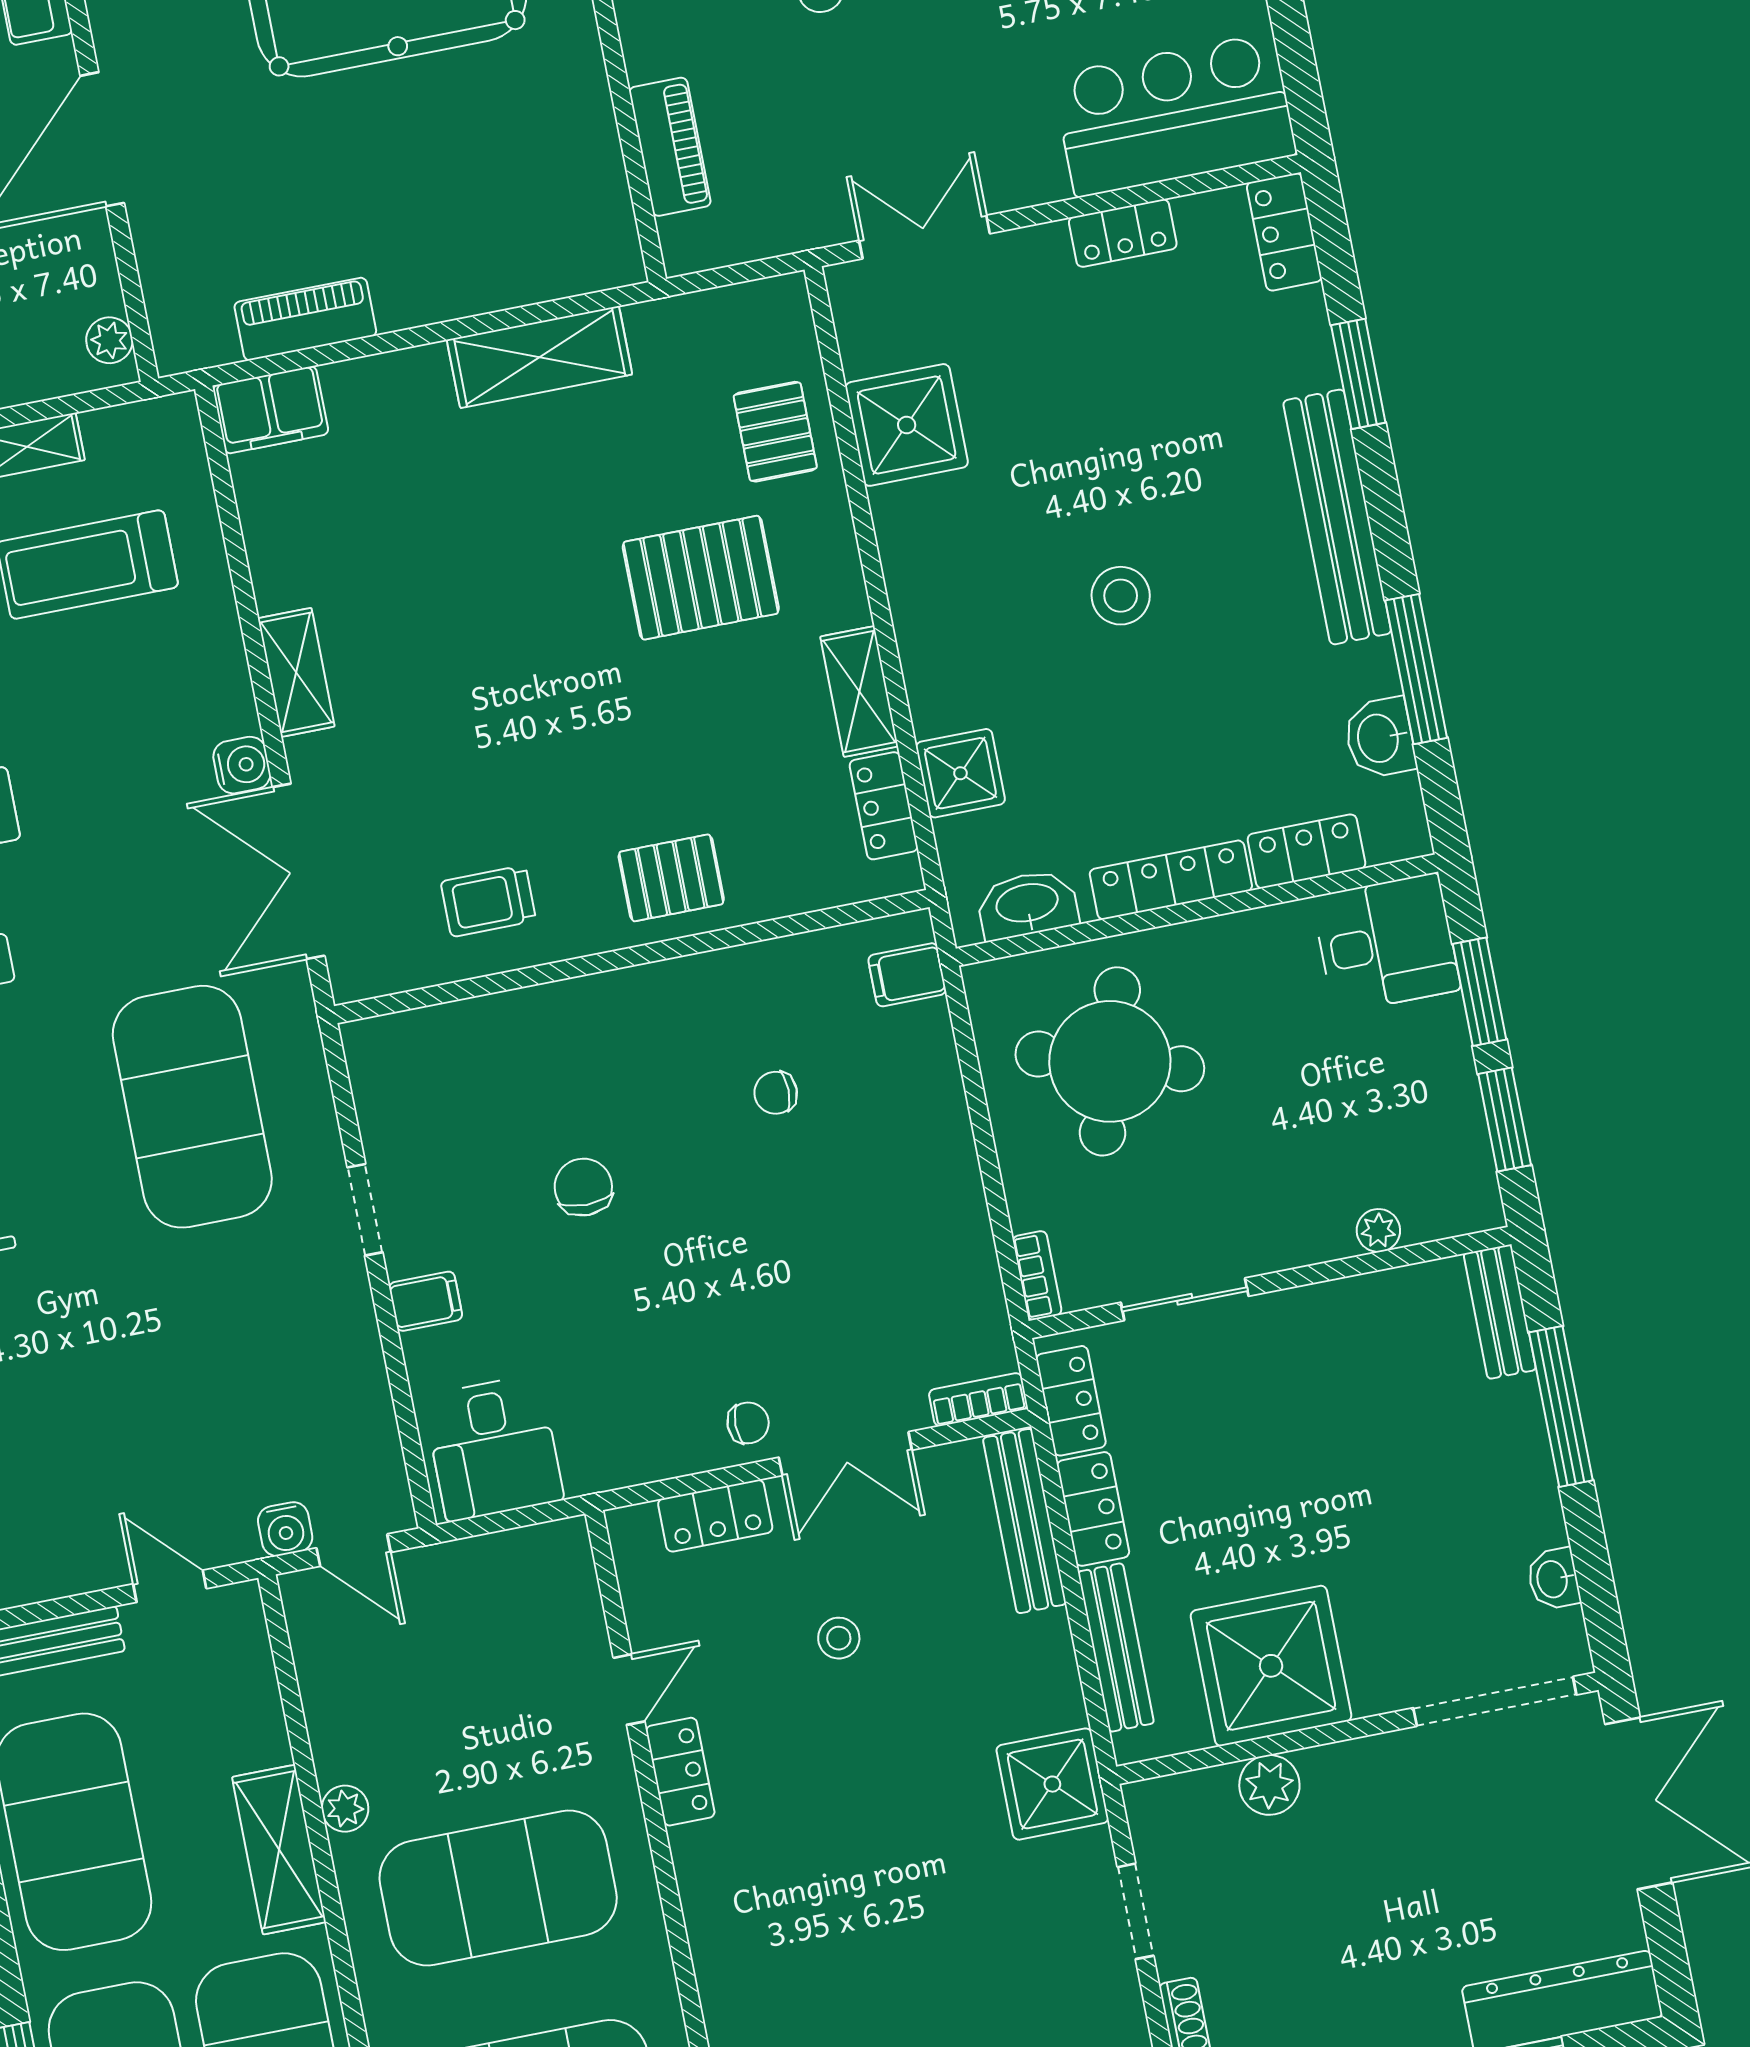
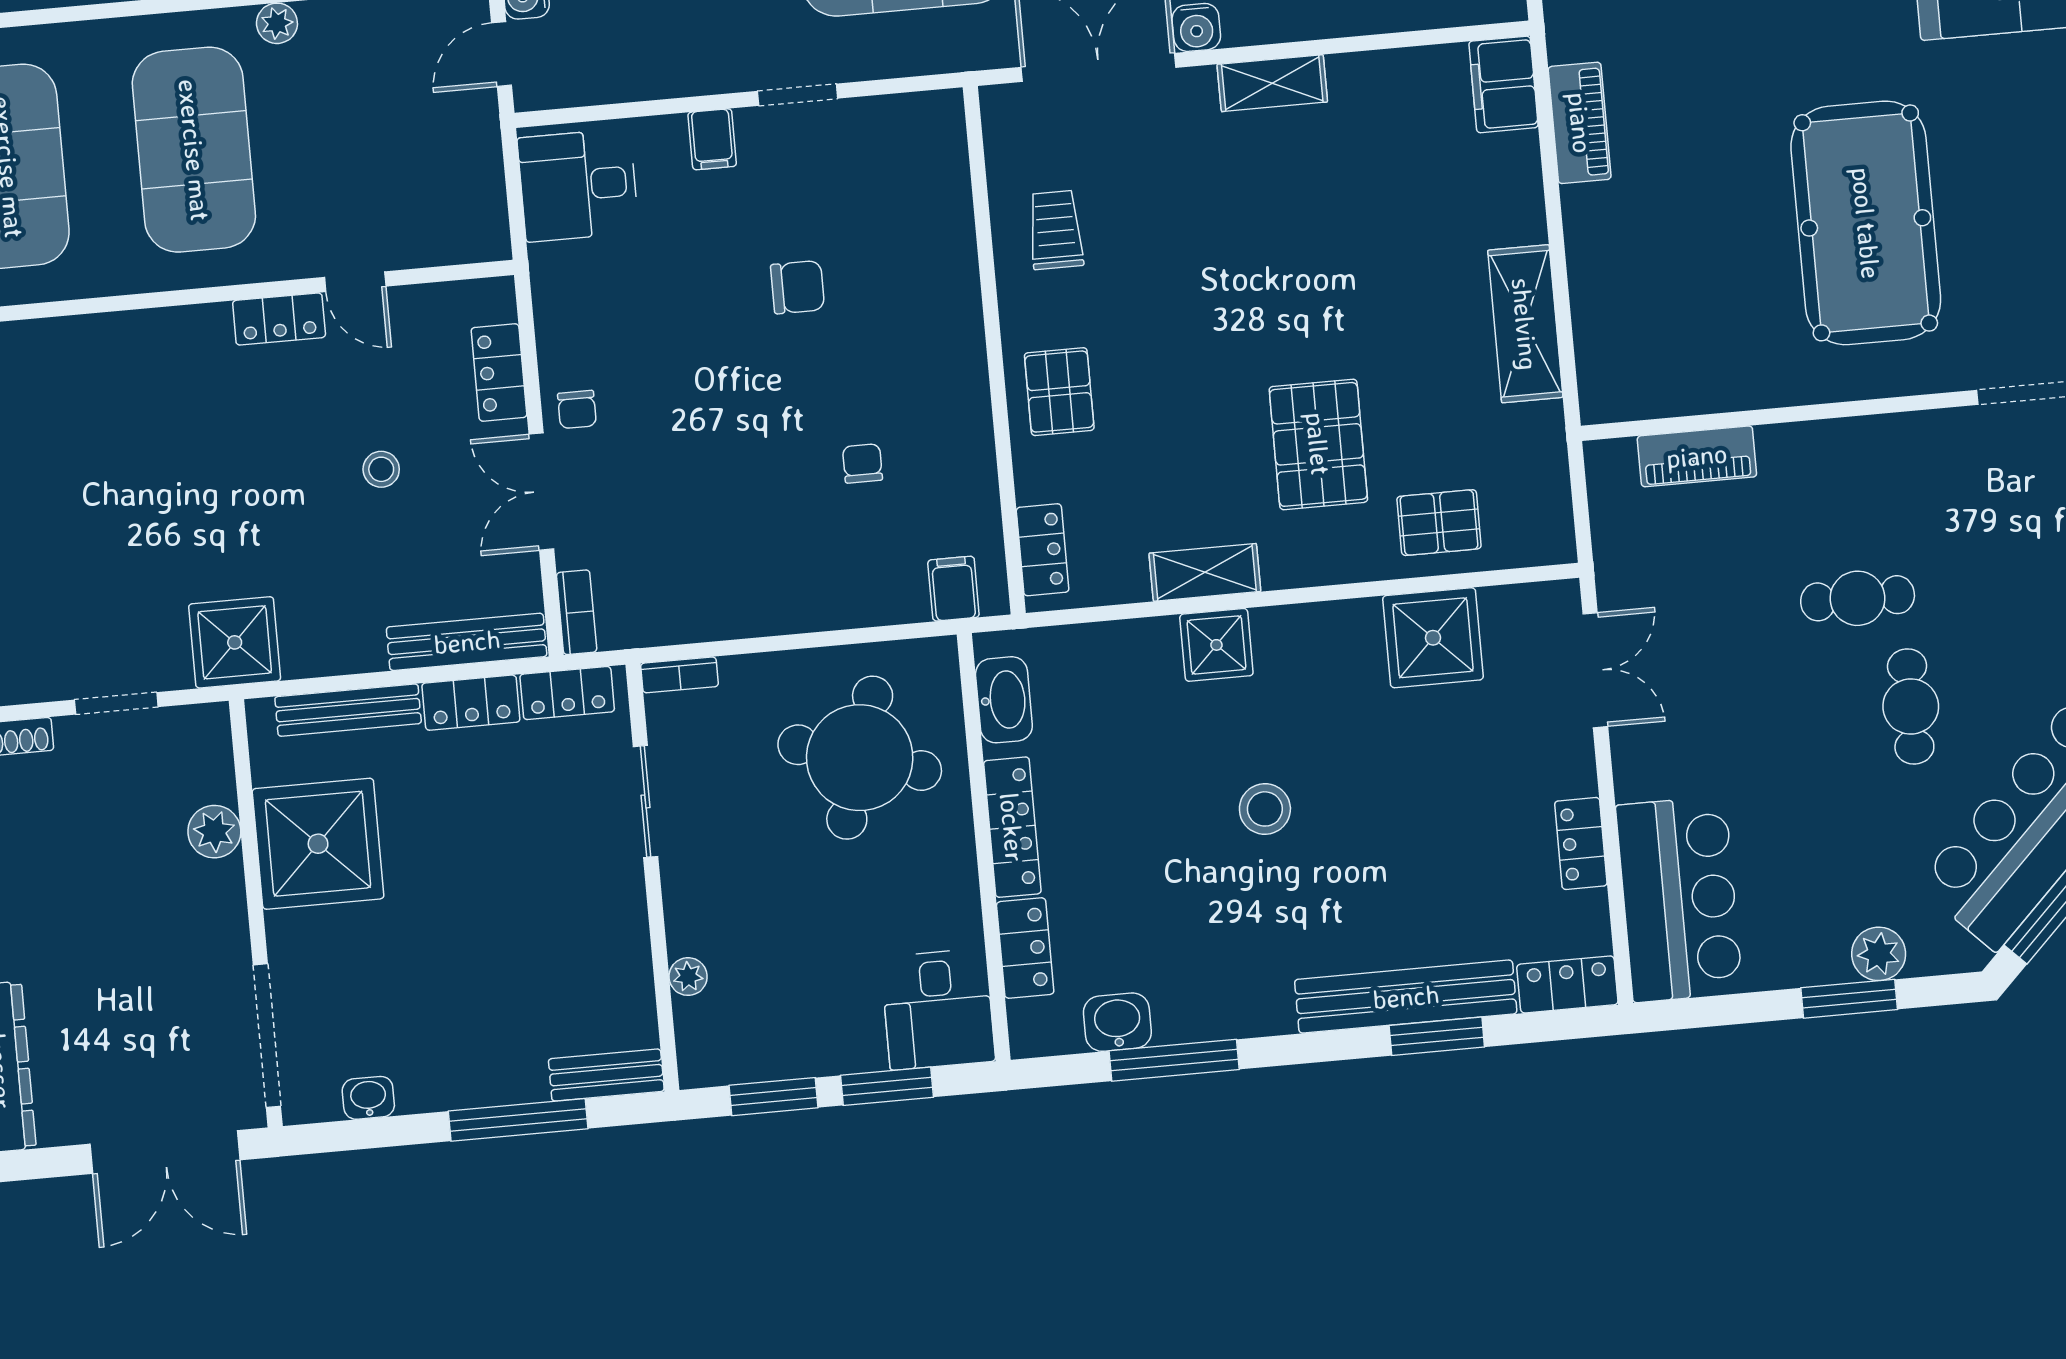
bench: (1337, 517) -> (1406, 997), moved
shower: (960, 773) -> (1216, 645), moved
locker: (884, 806) -> (1043, 550), moved, turned 90

